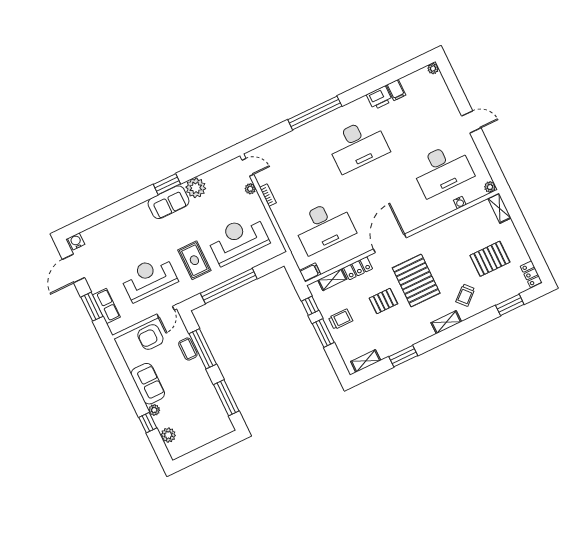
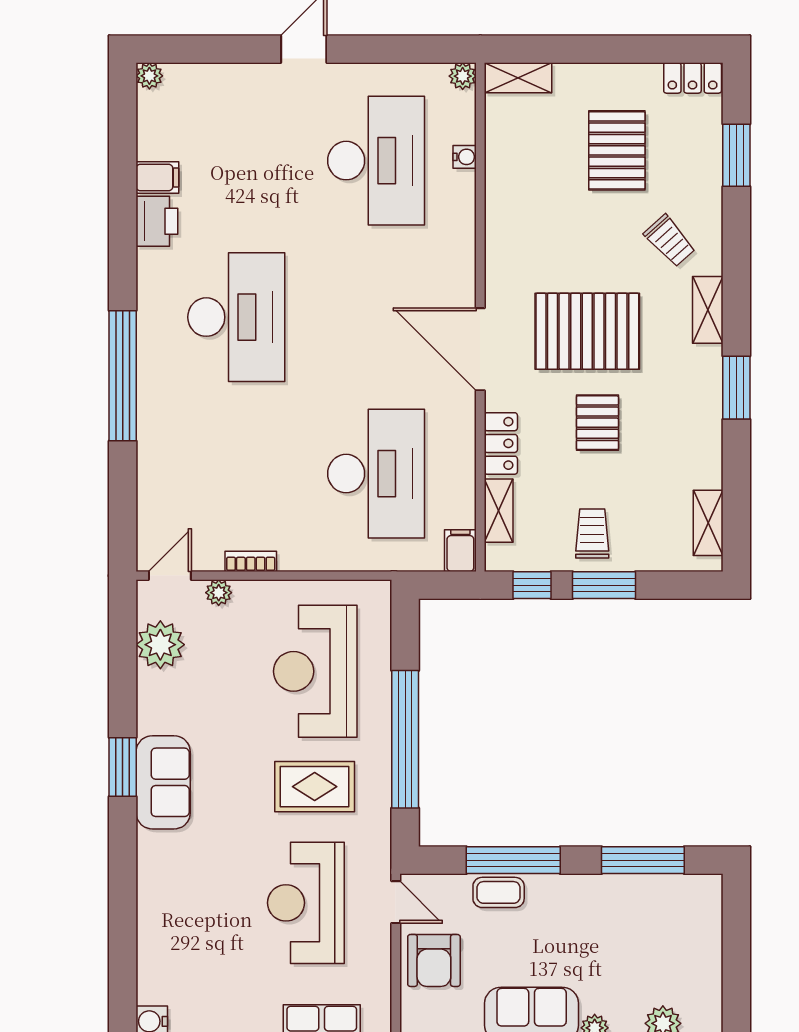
plant: (196, 188) -> (160, 645), moved
window: (403, 356) -> (736, 388), moved

